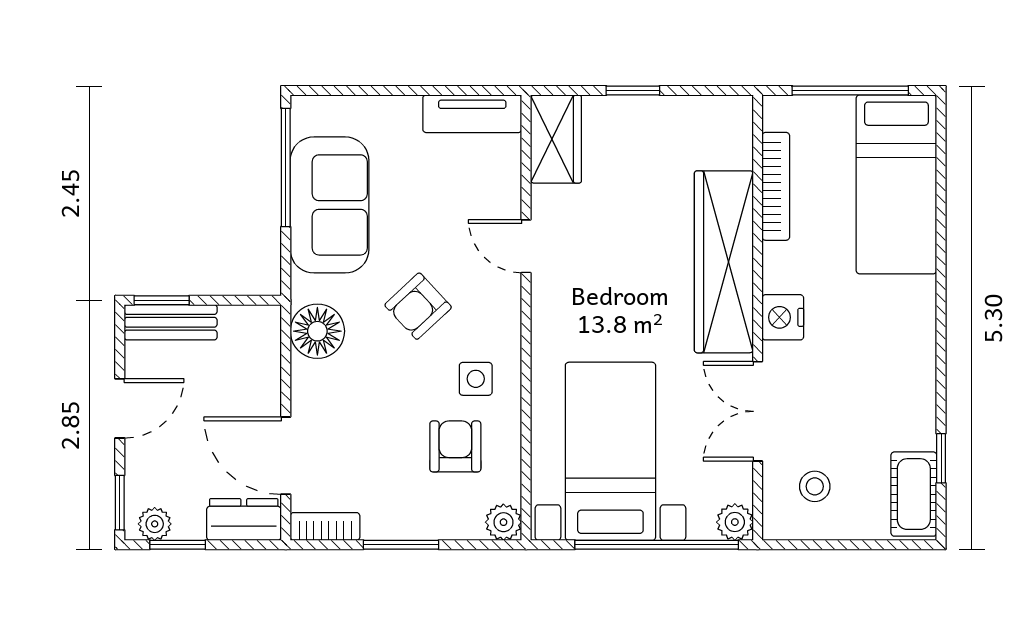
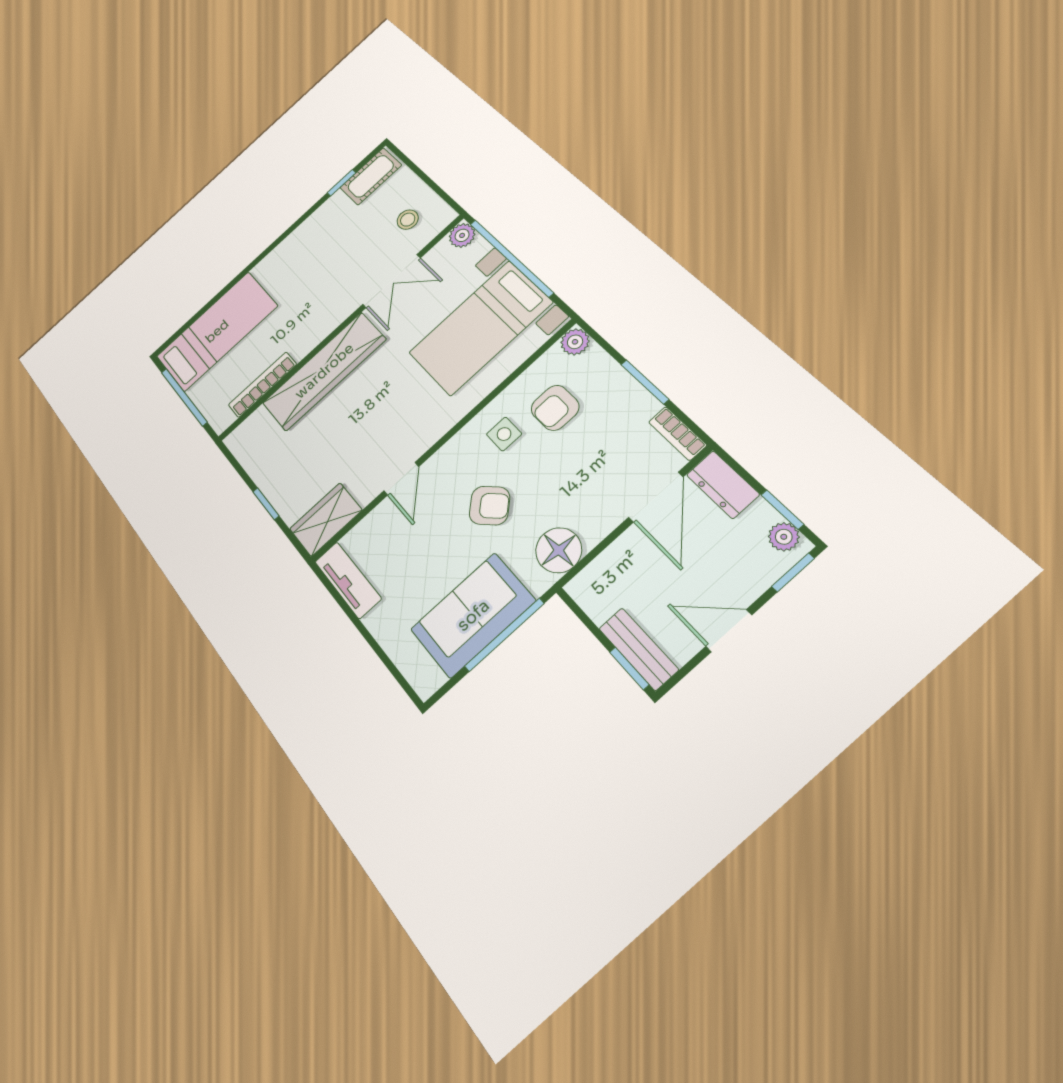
window: (286, 168) -> (504, 635), moved
nightstand: (783, 317) -> (330, 317), removed

